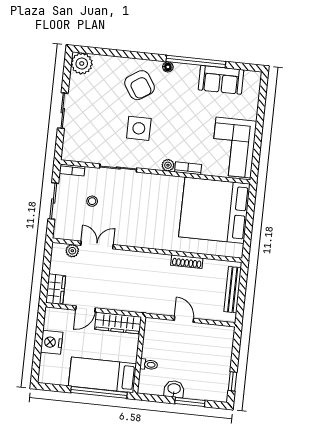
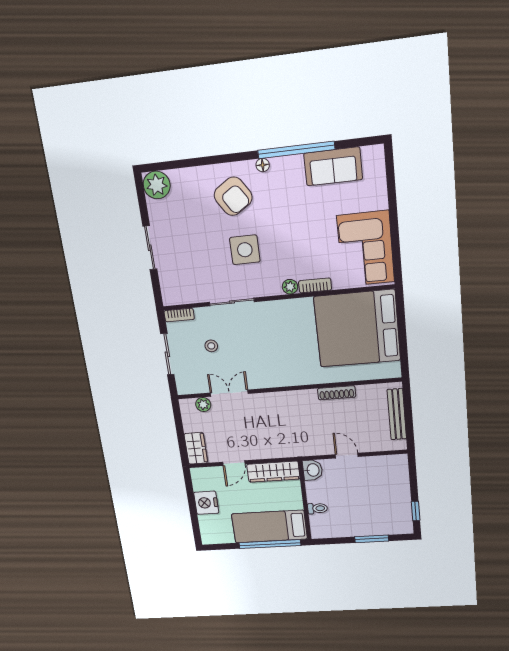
washbasin: (174, 389) -> (313, 470), moved, turned 90

